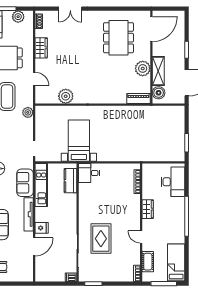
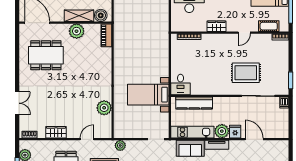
kitchen counter: (70, 181) -> (194, 103), width x1.50
tv unit: (29, 214) -> (217, 145), width x0.71
plant: (42, 214) -> (222, 131), added

